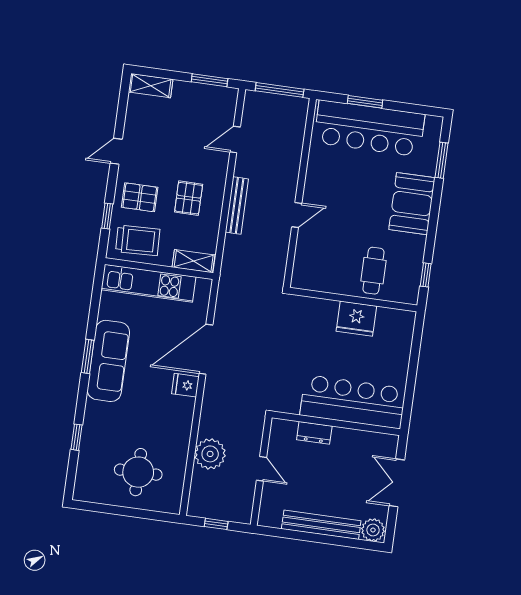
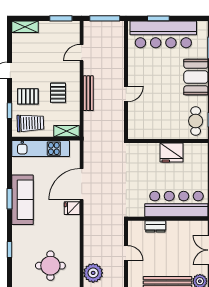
cafe table: (374, 271) -> (196, 121), moved
plant: (210, 454) -> (93, 273), moved

